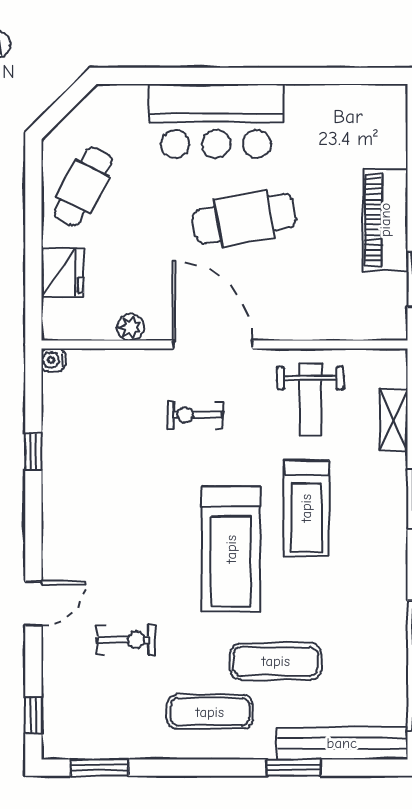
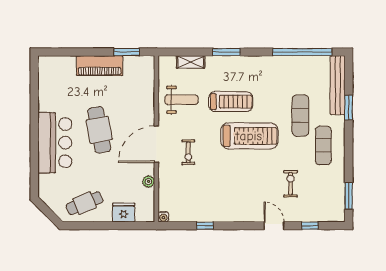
cafe table: (83, 186) -> (85, 203), turned -50
window: (33, 715) -> (310, 226), moved

